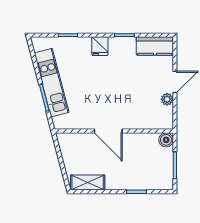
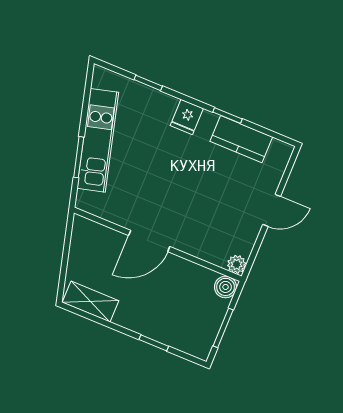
kitchen counter: (155, 46) -> (241, 139), moved
plant: (167, 99) -> (237, 264), moved
door: (108, 131) -> (149, 241), hinge flipped

